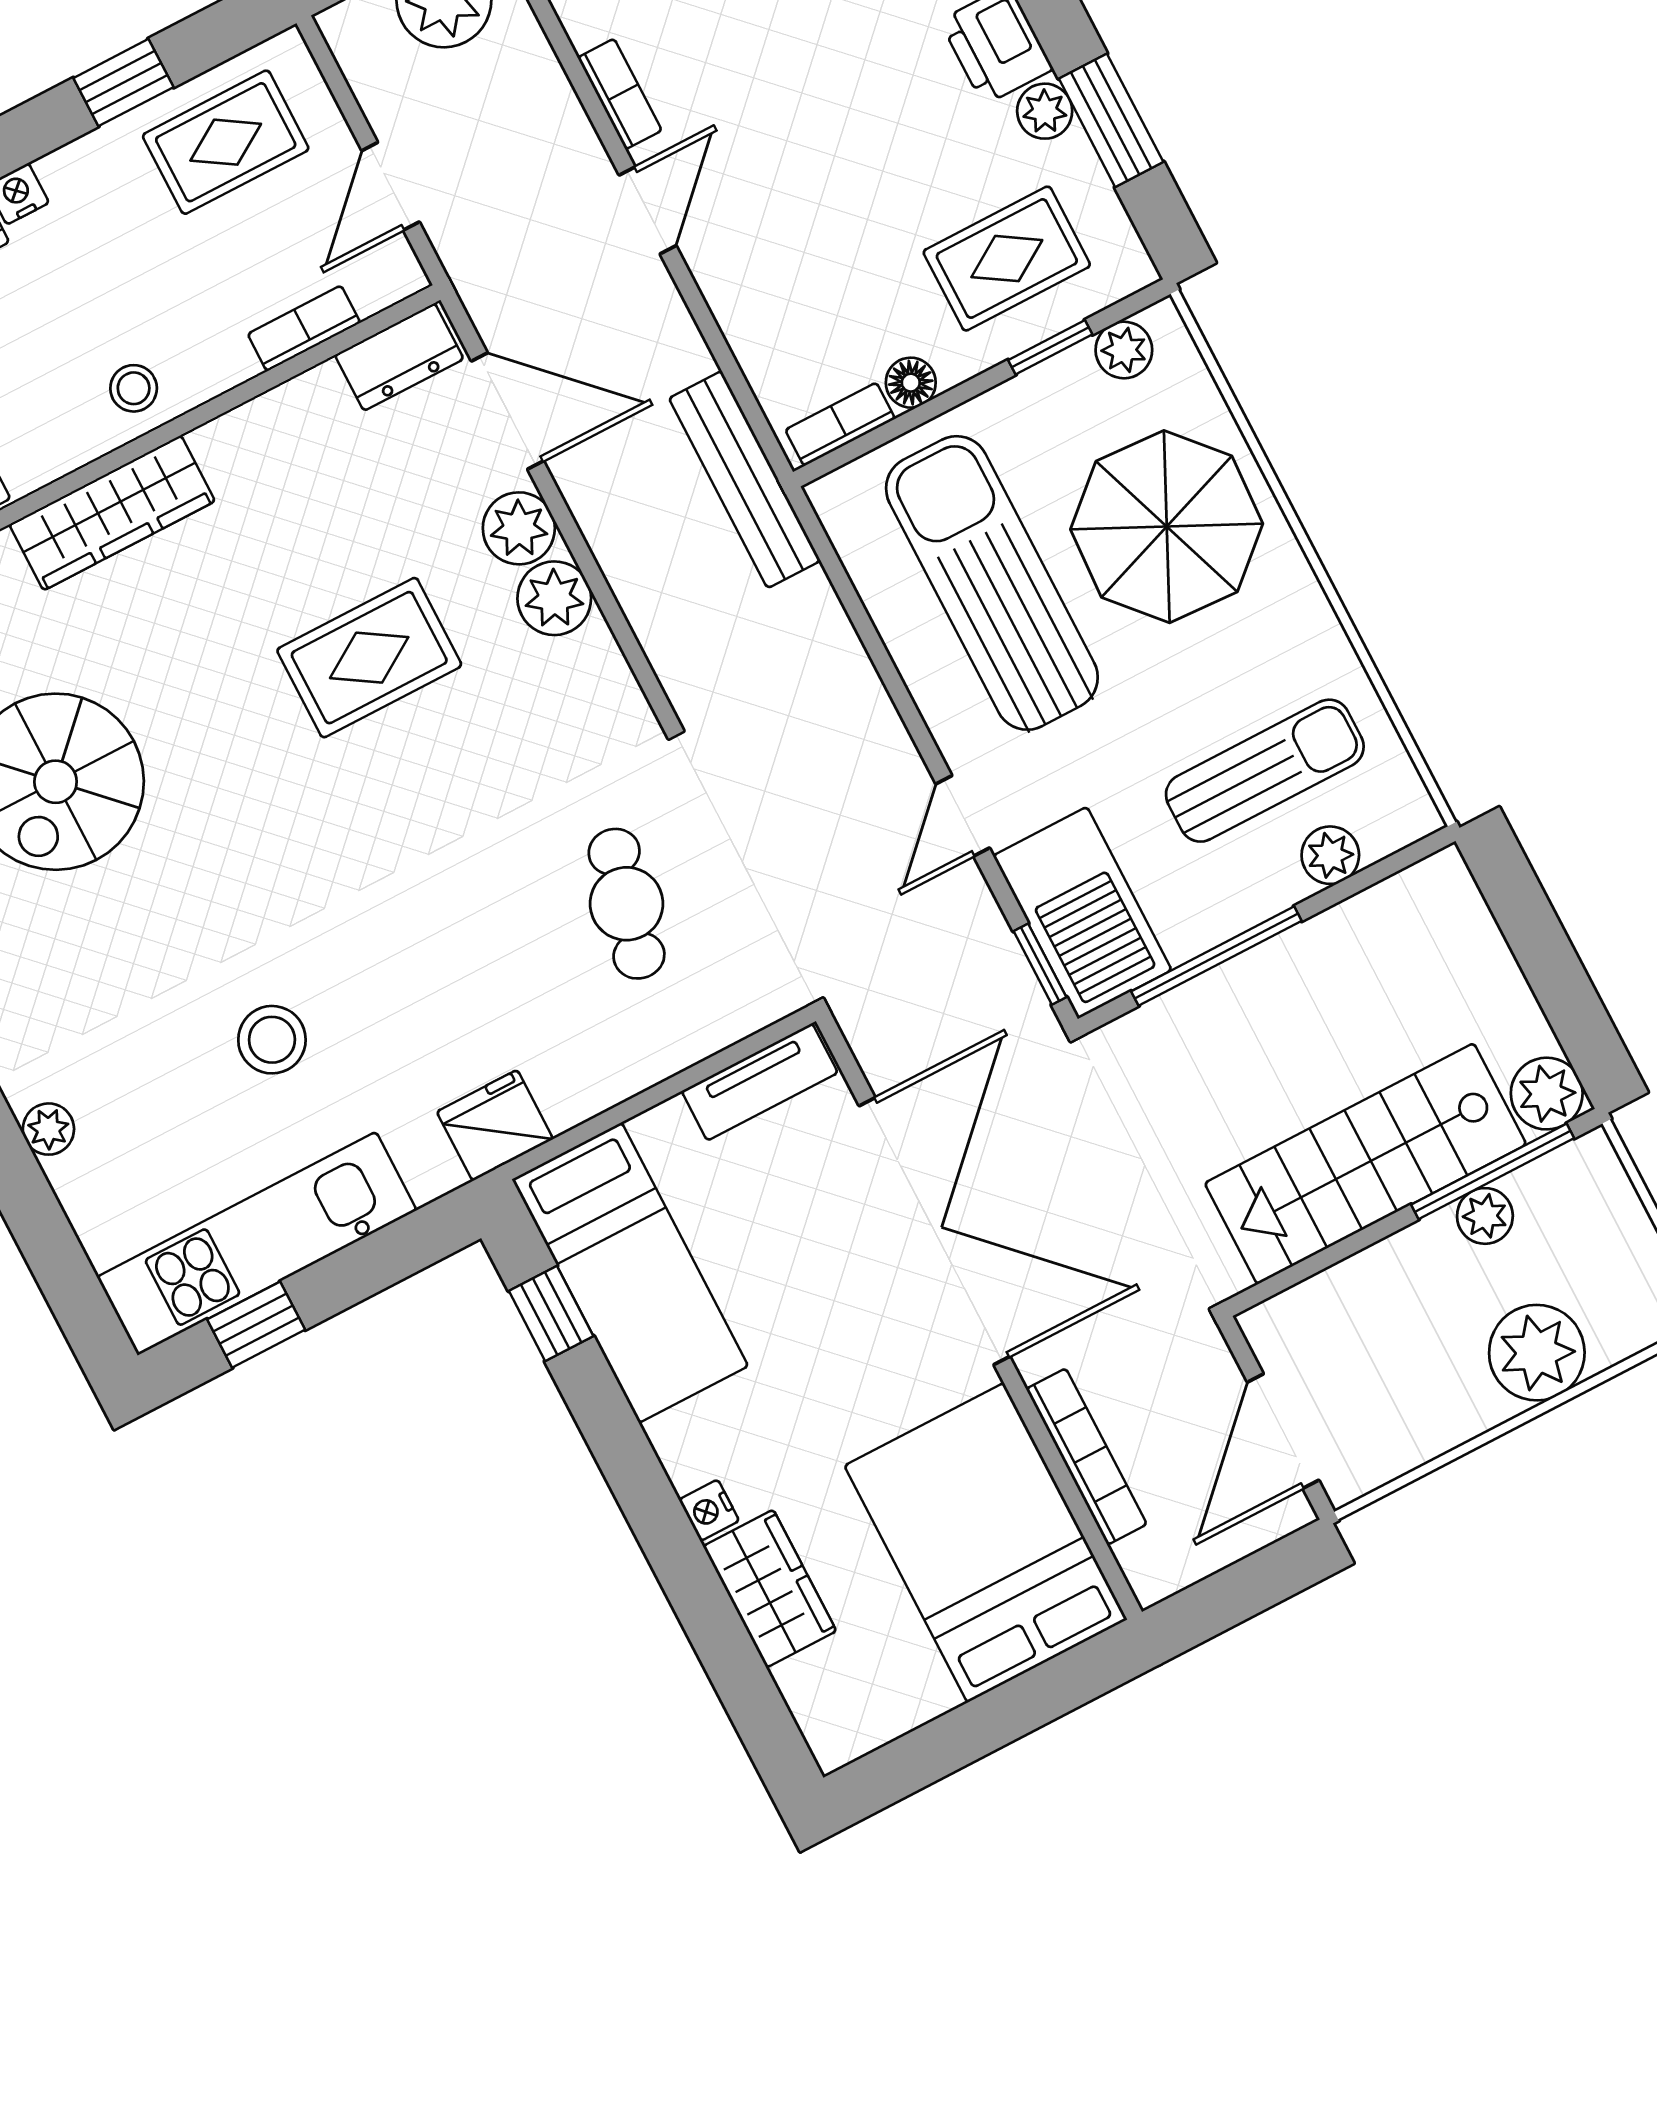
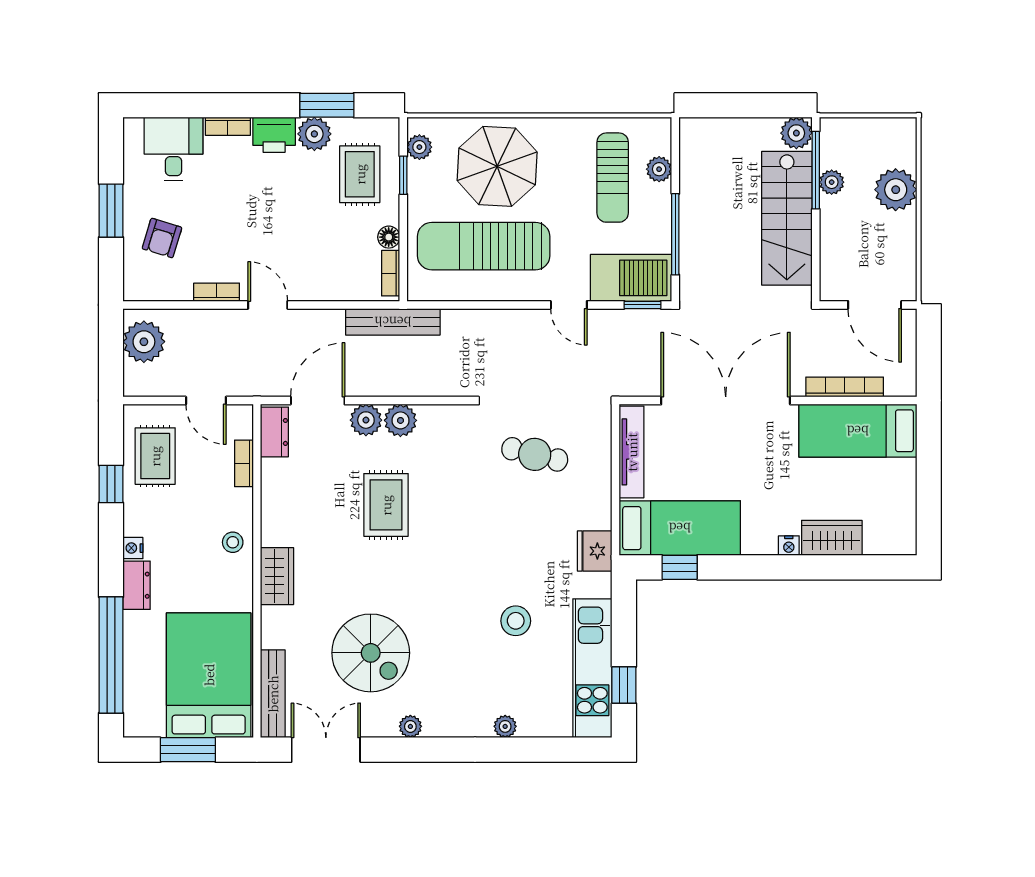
plant: (1045, 111) -> (314, 134), width x1.38, depth x1.38
wardrobe: (112, 513) -> (277, 576), width x0.67
sun lounger: (1265, 771) -> (613, 178), turned 180
tv unit: (760, 1082) -> (632, 452), width x1.41
bed: (986, 1543) -> (858, 431), width x0.67

